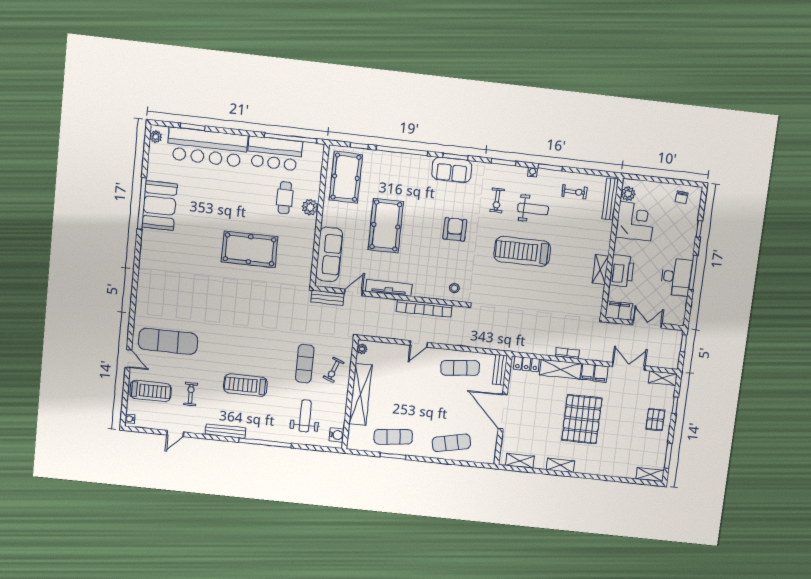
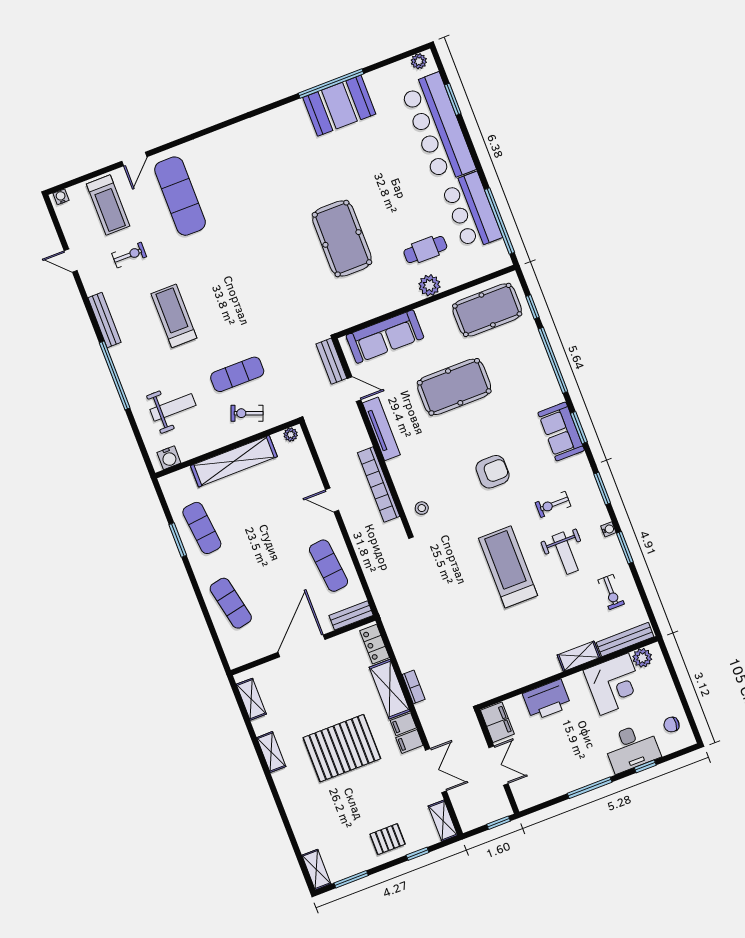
shelving: (600, 269) -> (579, 656), moved
desk: (676, 277) -> (632, 748), moved

